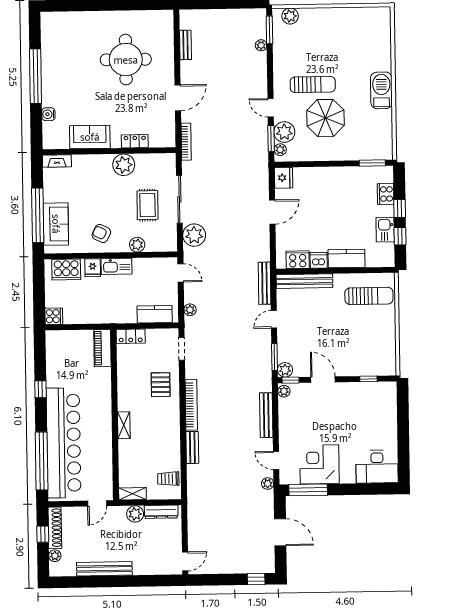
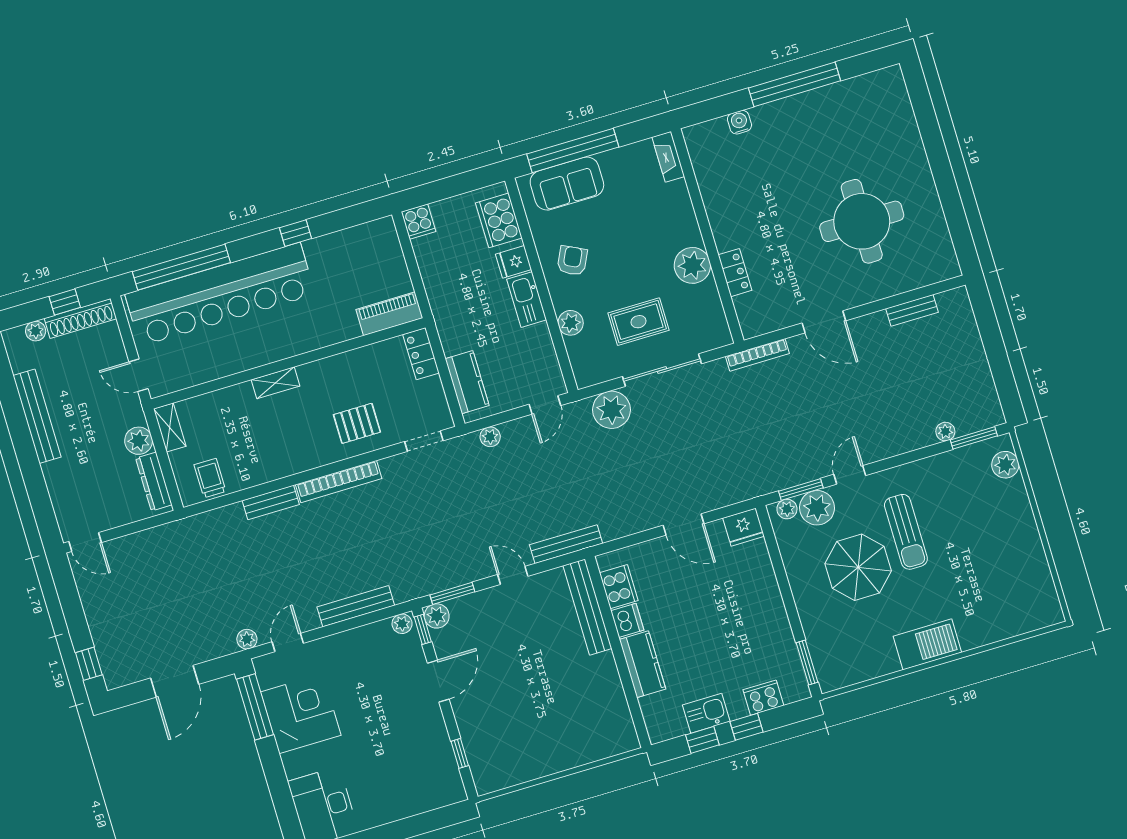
sofa: (90, 137) -> (722, 199), removed
sun lounger: (369, 296) -> (593, 717), removed

